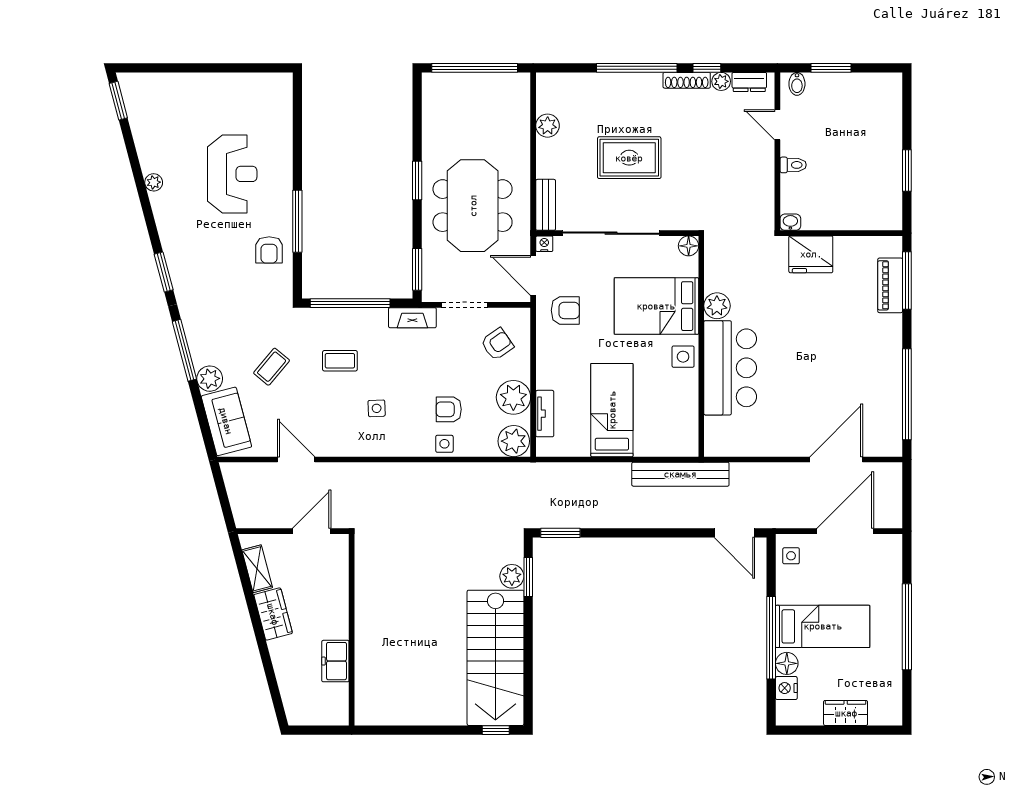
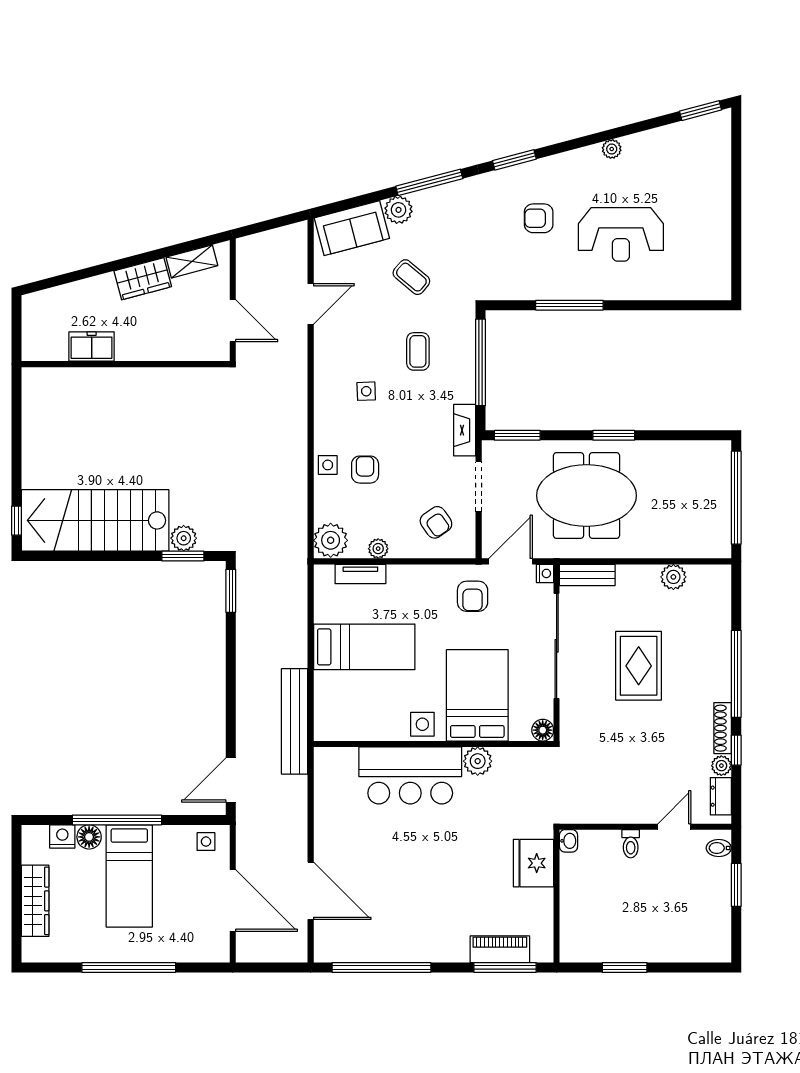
armchair: (269, 250) -> (539, 218), moved
plant: (513, 397) -> (378, 549), width x0.53, depth x0.53
wardrobe: (846, 713) -> (35, 901), width x1.50

